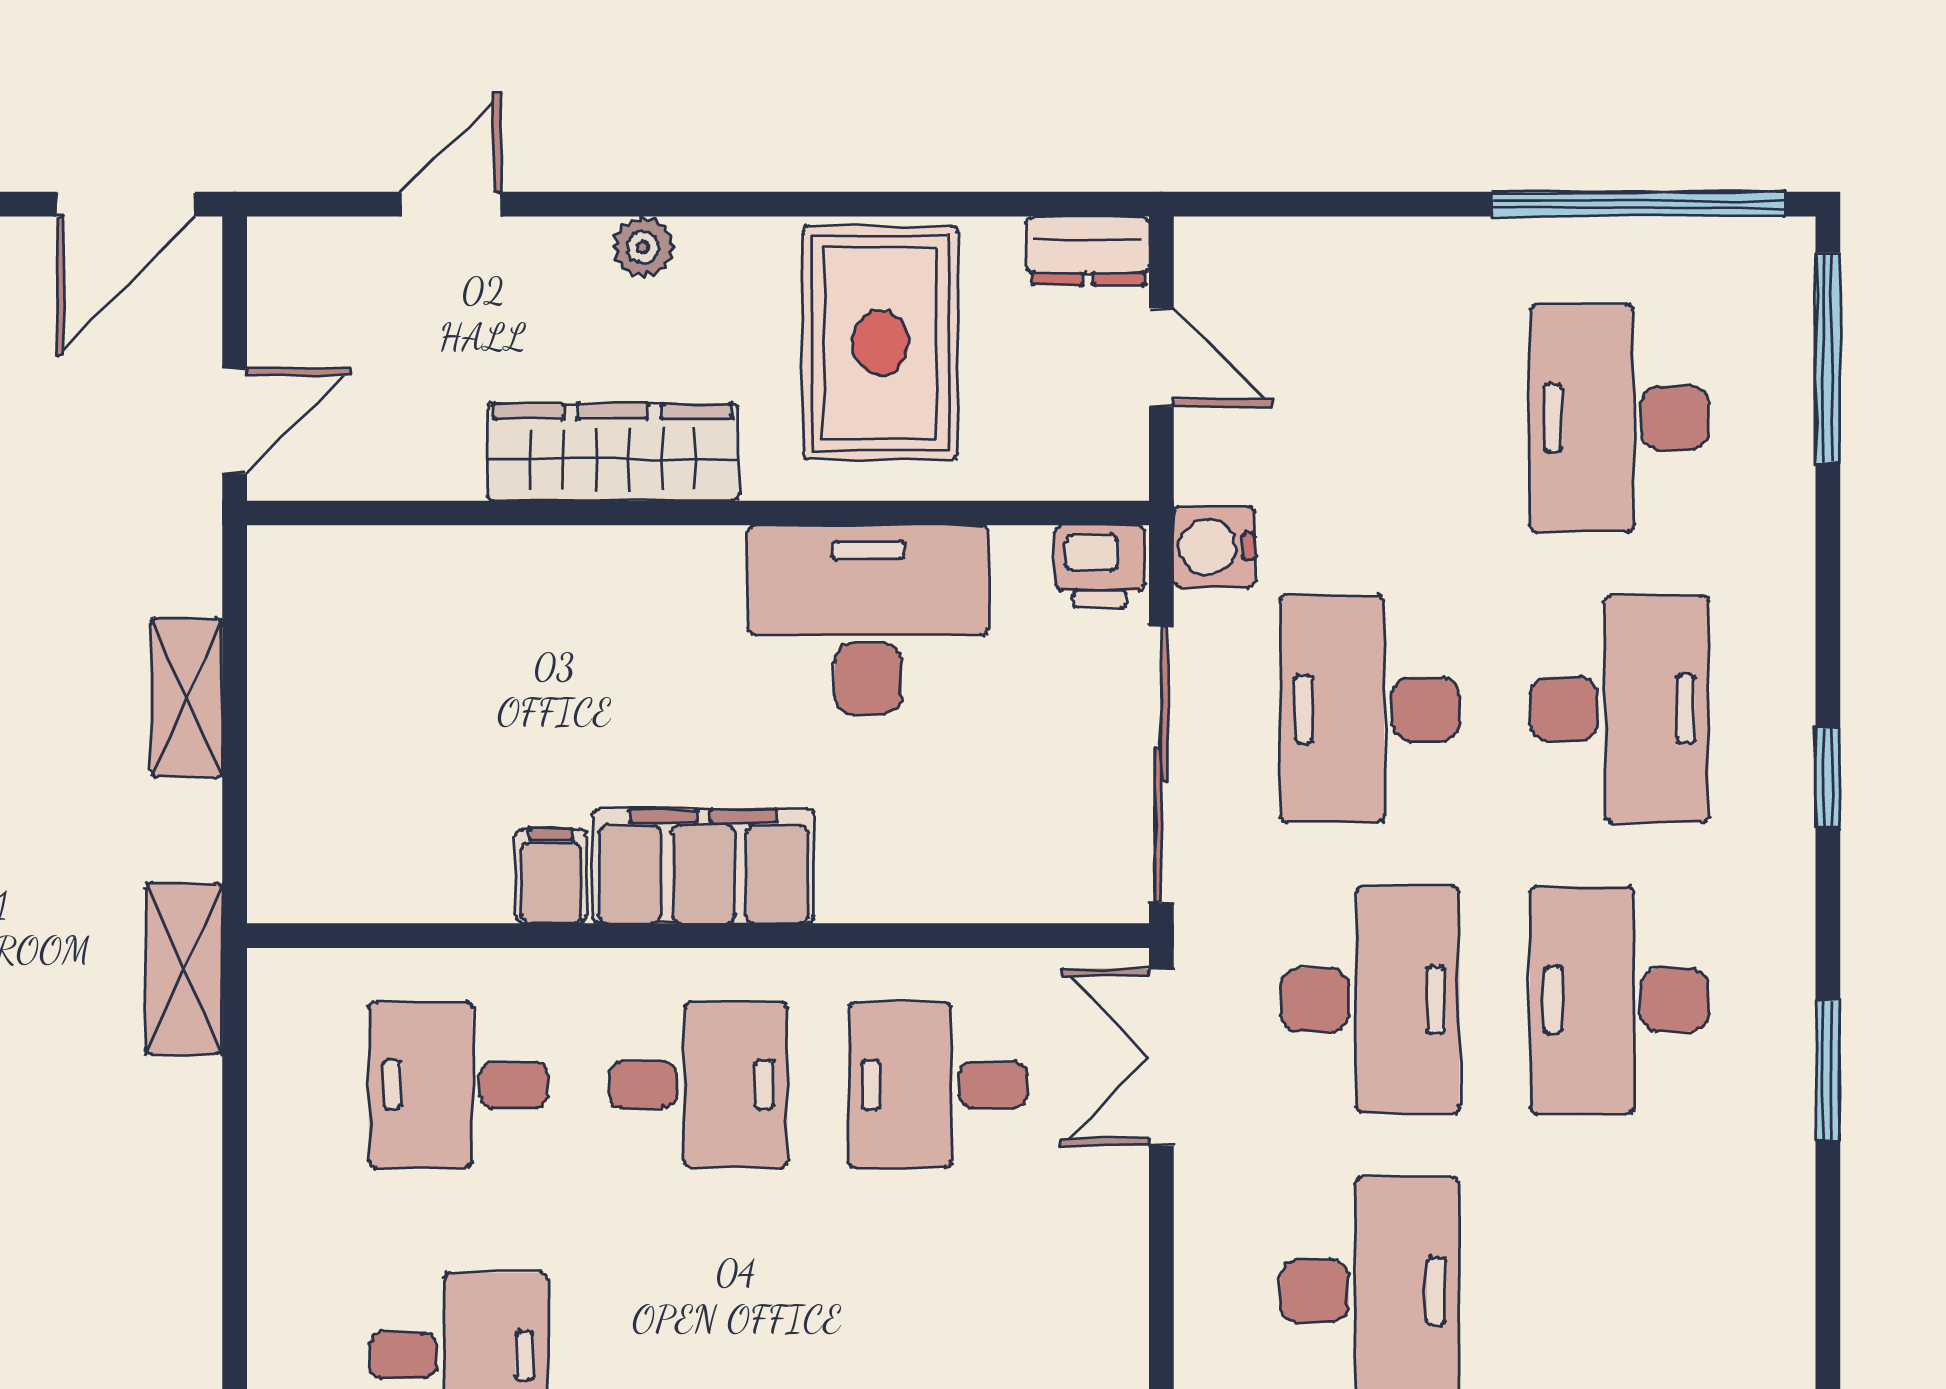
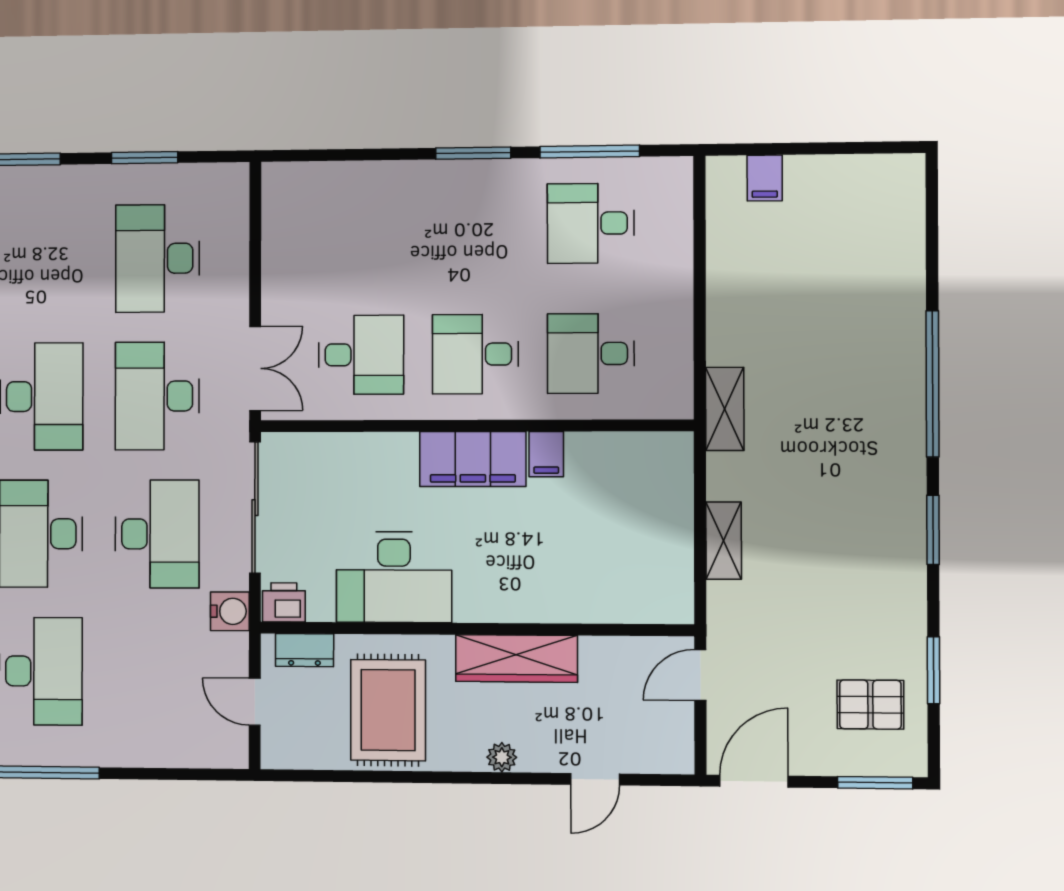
dresser: (1088, 251) -> (304, 650), moved, turned 180
desk: (458, 1085) -> (591, 354), turned 180

